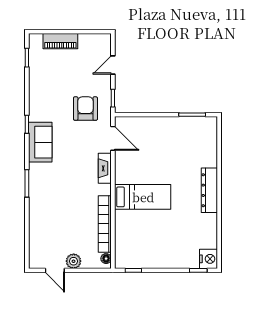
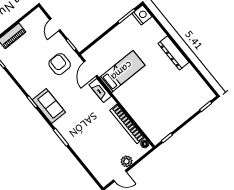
door: (113, 138) -> (91, 69), swing flipped
bed: (143, 197) -> (122, 71), moved
nightstand: (209, 259) -> (142, 15), moved

